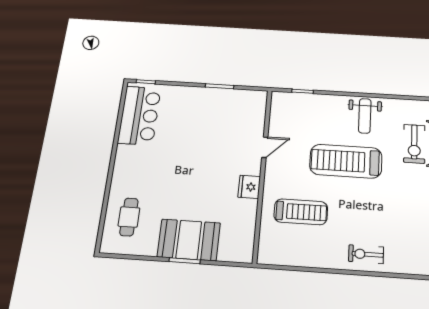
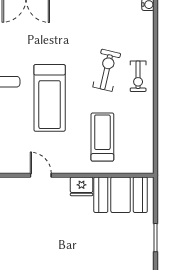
exercise bike: (414, 144) -> (107, 70), moved, turned -77
booth: (189, 240) -> (121, 195), moved, turned 90

